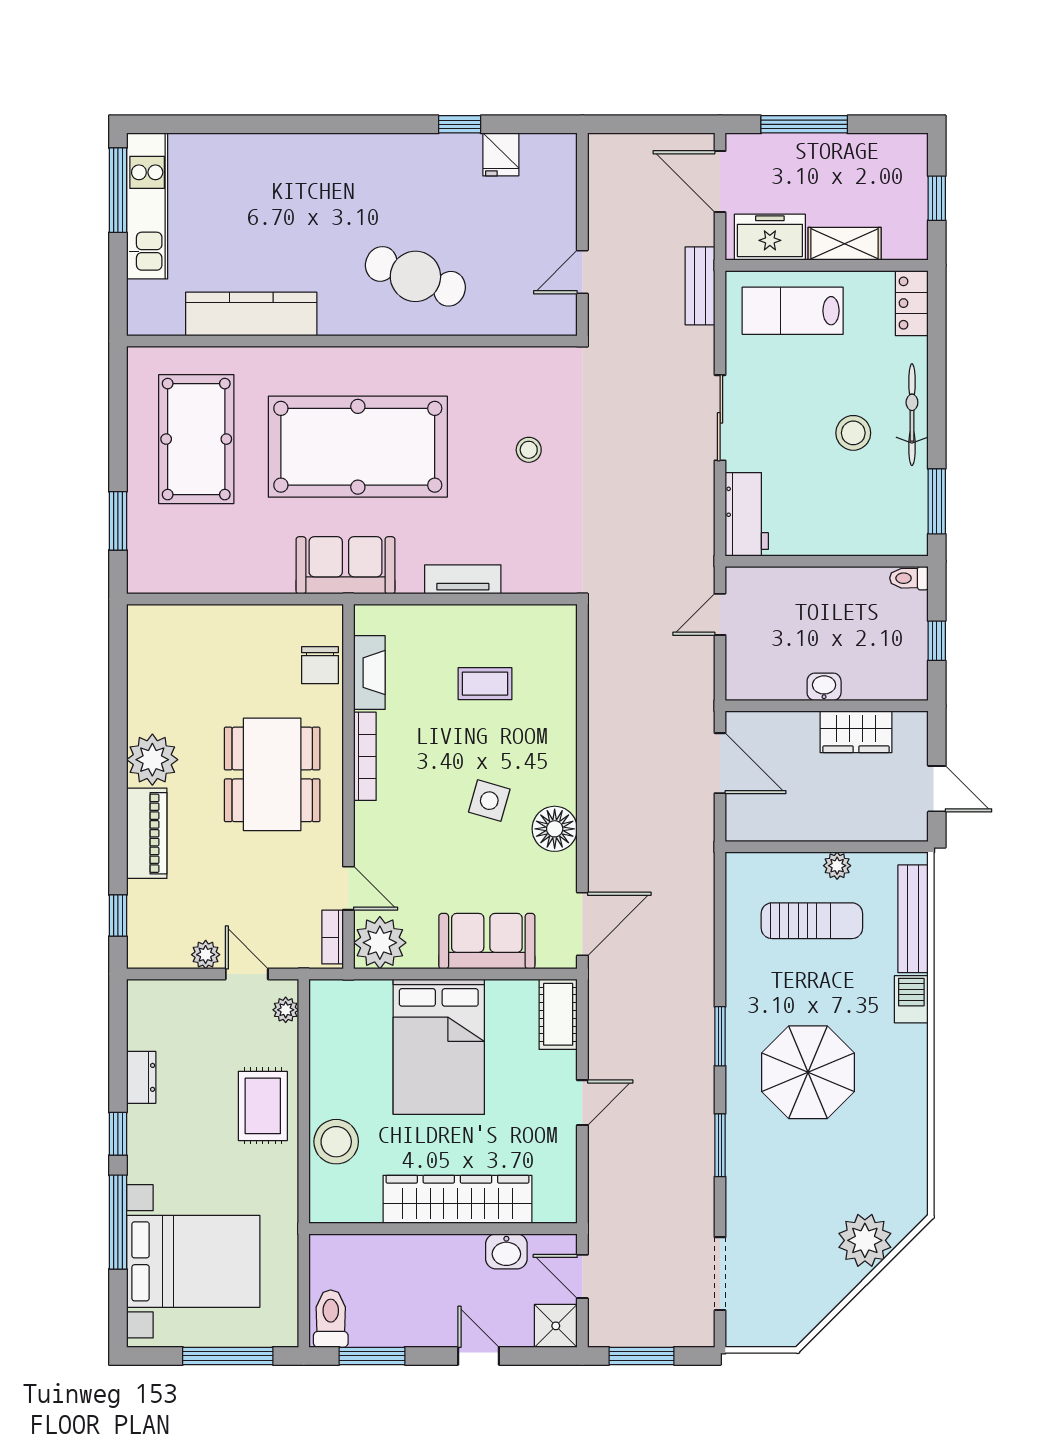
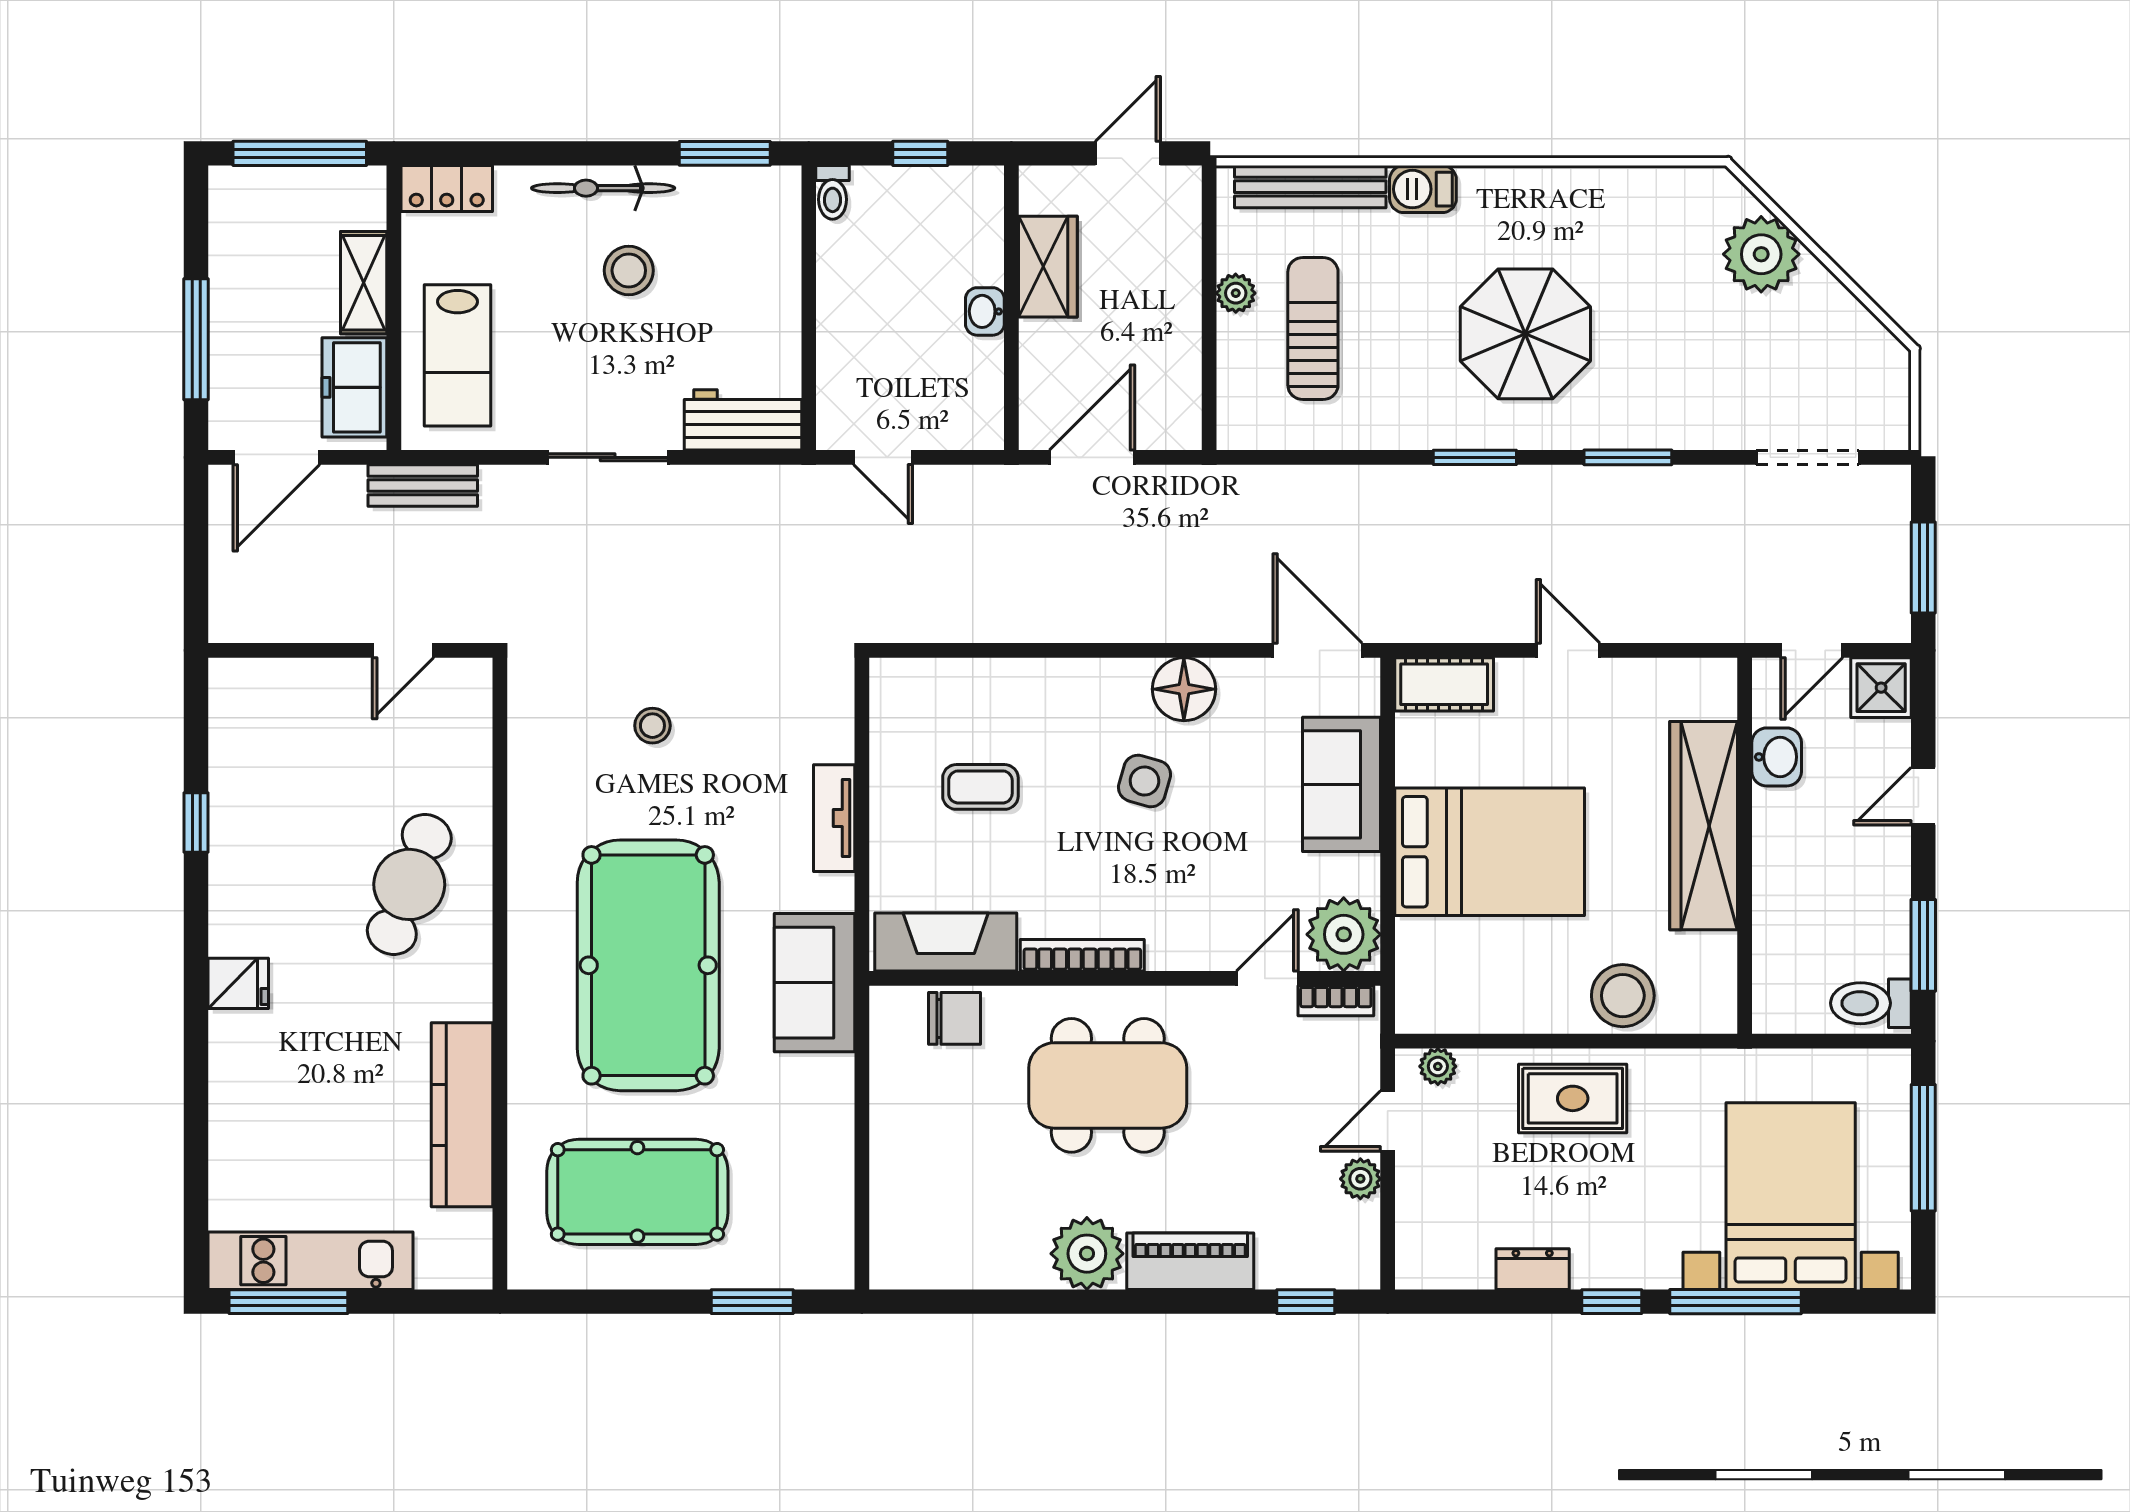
fridge: (501, 154) -> (238, 983), moved
window: (937, 198) -> (300, 153), width x2.17
door: (582, 272) -> (403, 650), hinge flipped
fireplace: (369, 673) -> (946, 942), width x1.37, depth x1.32
coffee table: (485, 684) -> (980, 787), turned 90

